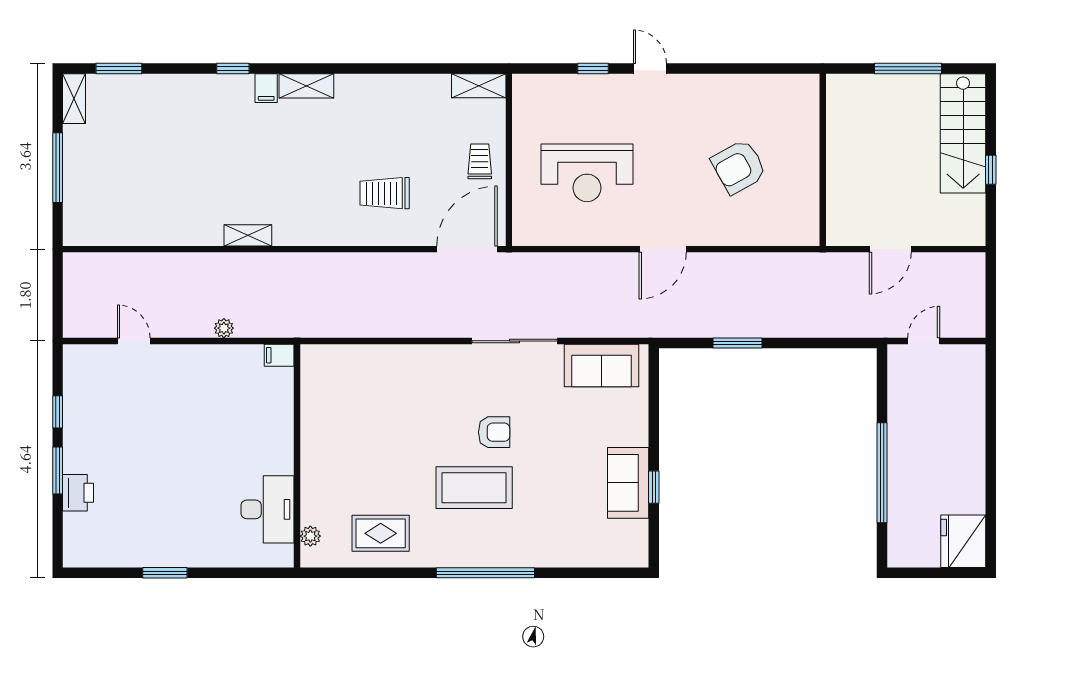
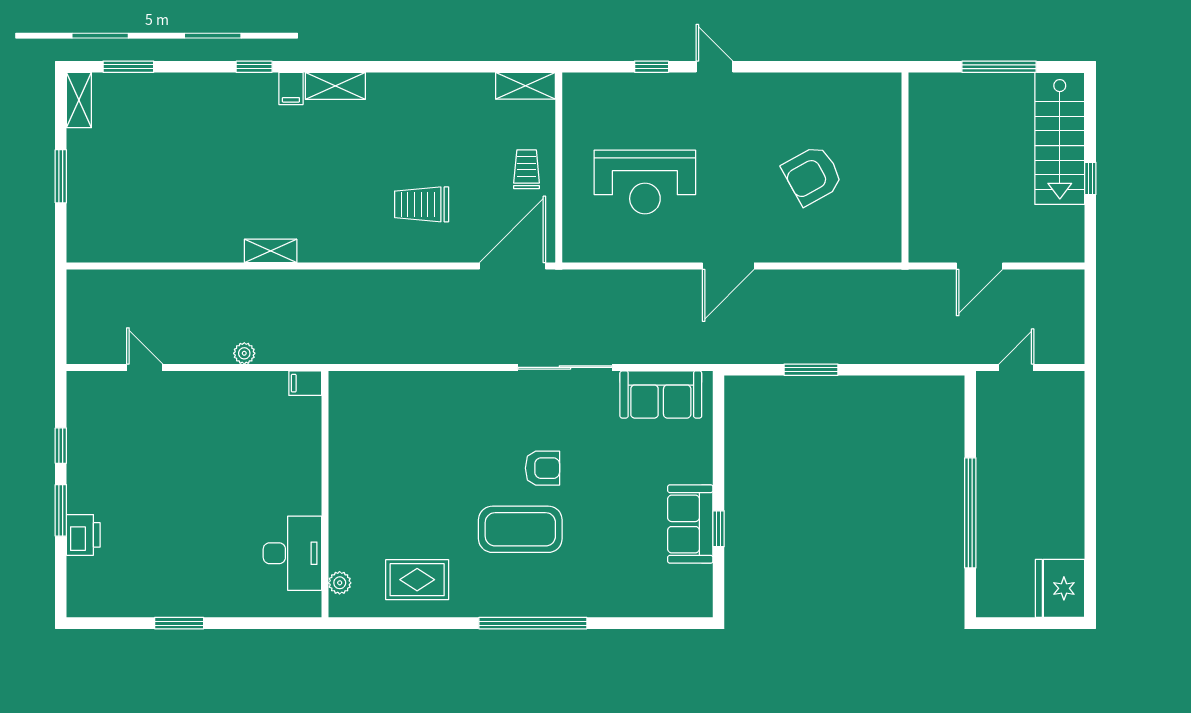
window: (58, 168) -> (61, 176), width x0.69

